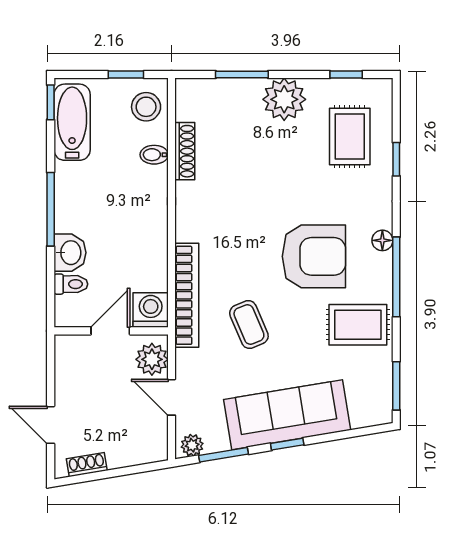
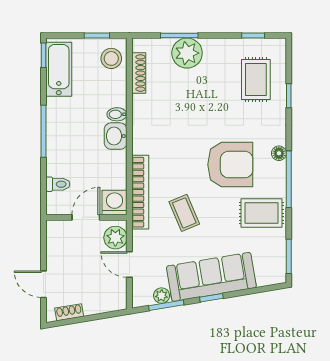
plant: (284, 99) -> (187, 53), moved
shoe rack: (185, 151) -> (139, 73), moved
bidet: (154, 155) -> (117, 114), moved
washbasin: (70, 253) -> (116, 136), moved, turned 180
plant: (192, 445) -> (162, 296), moved

